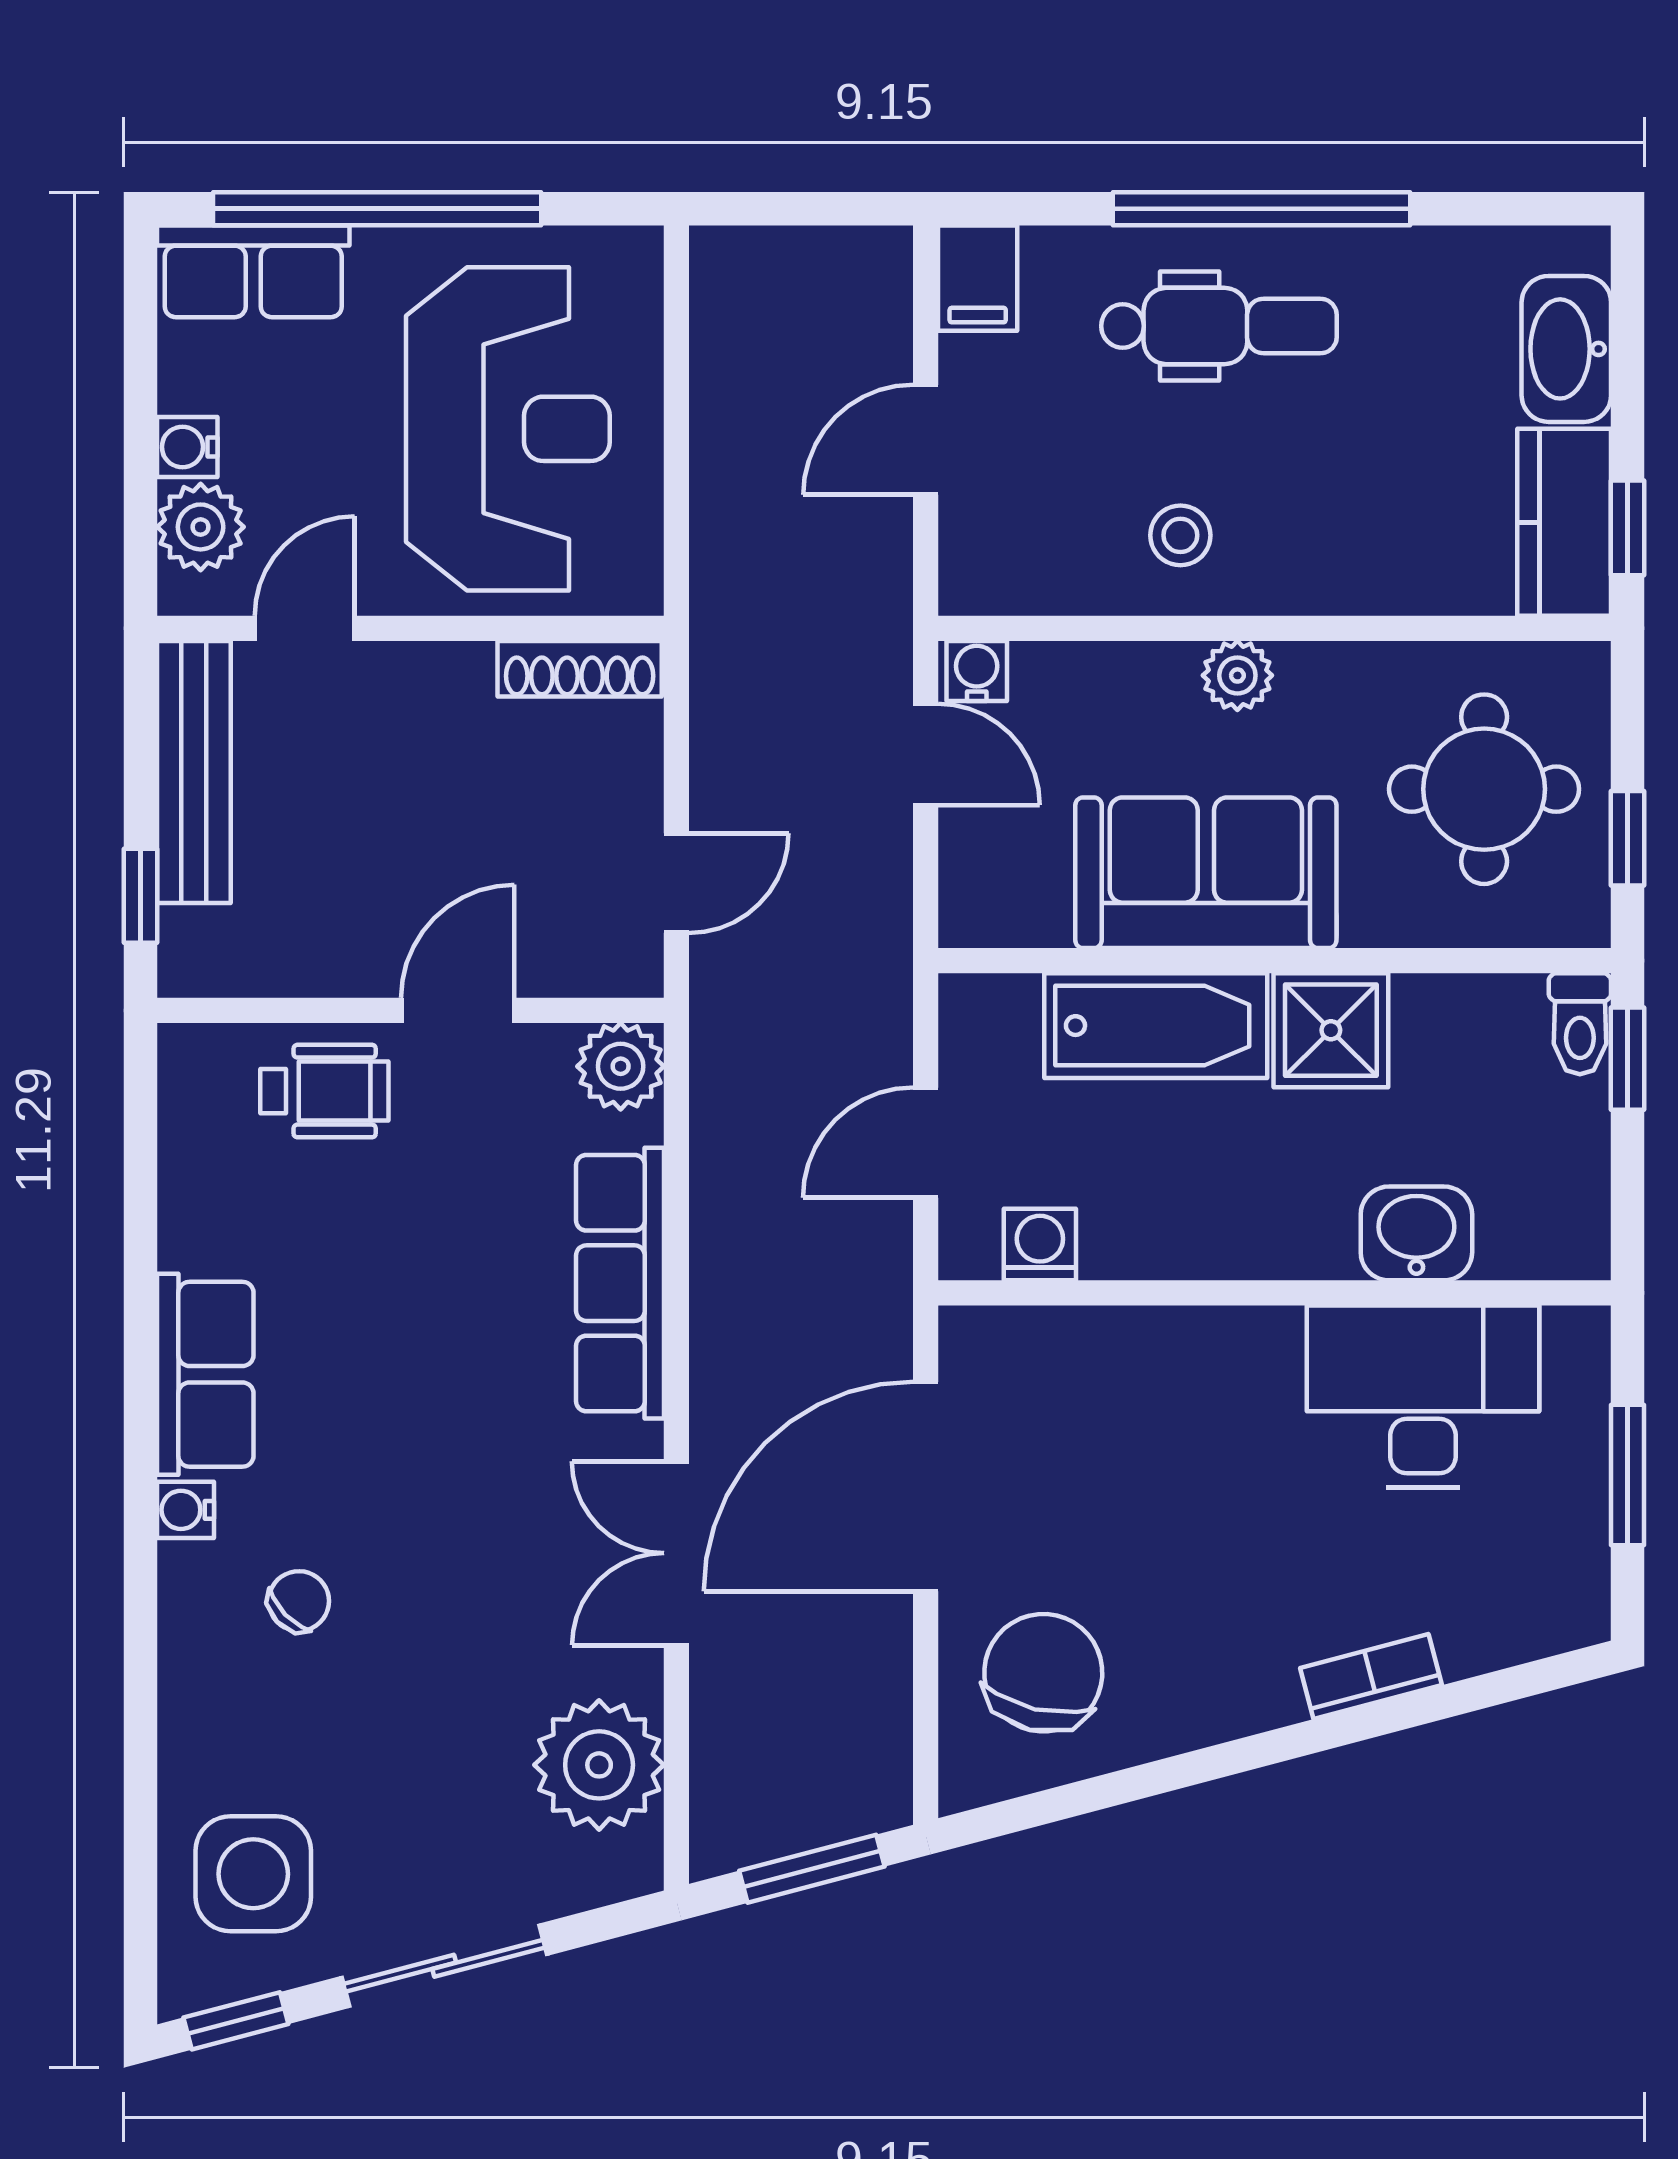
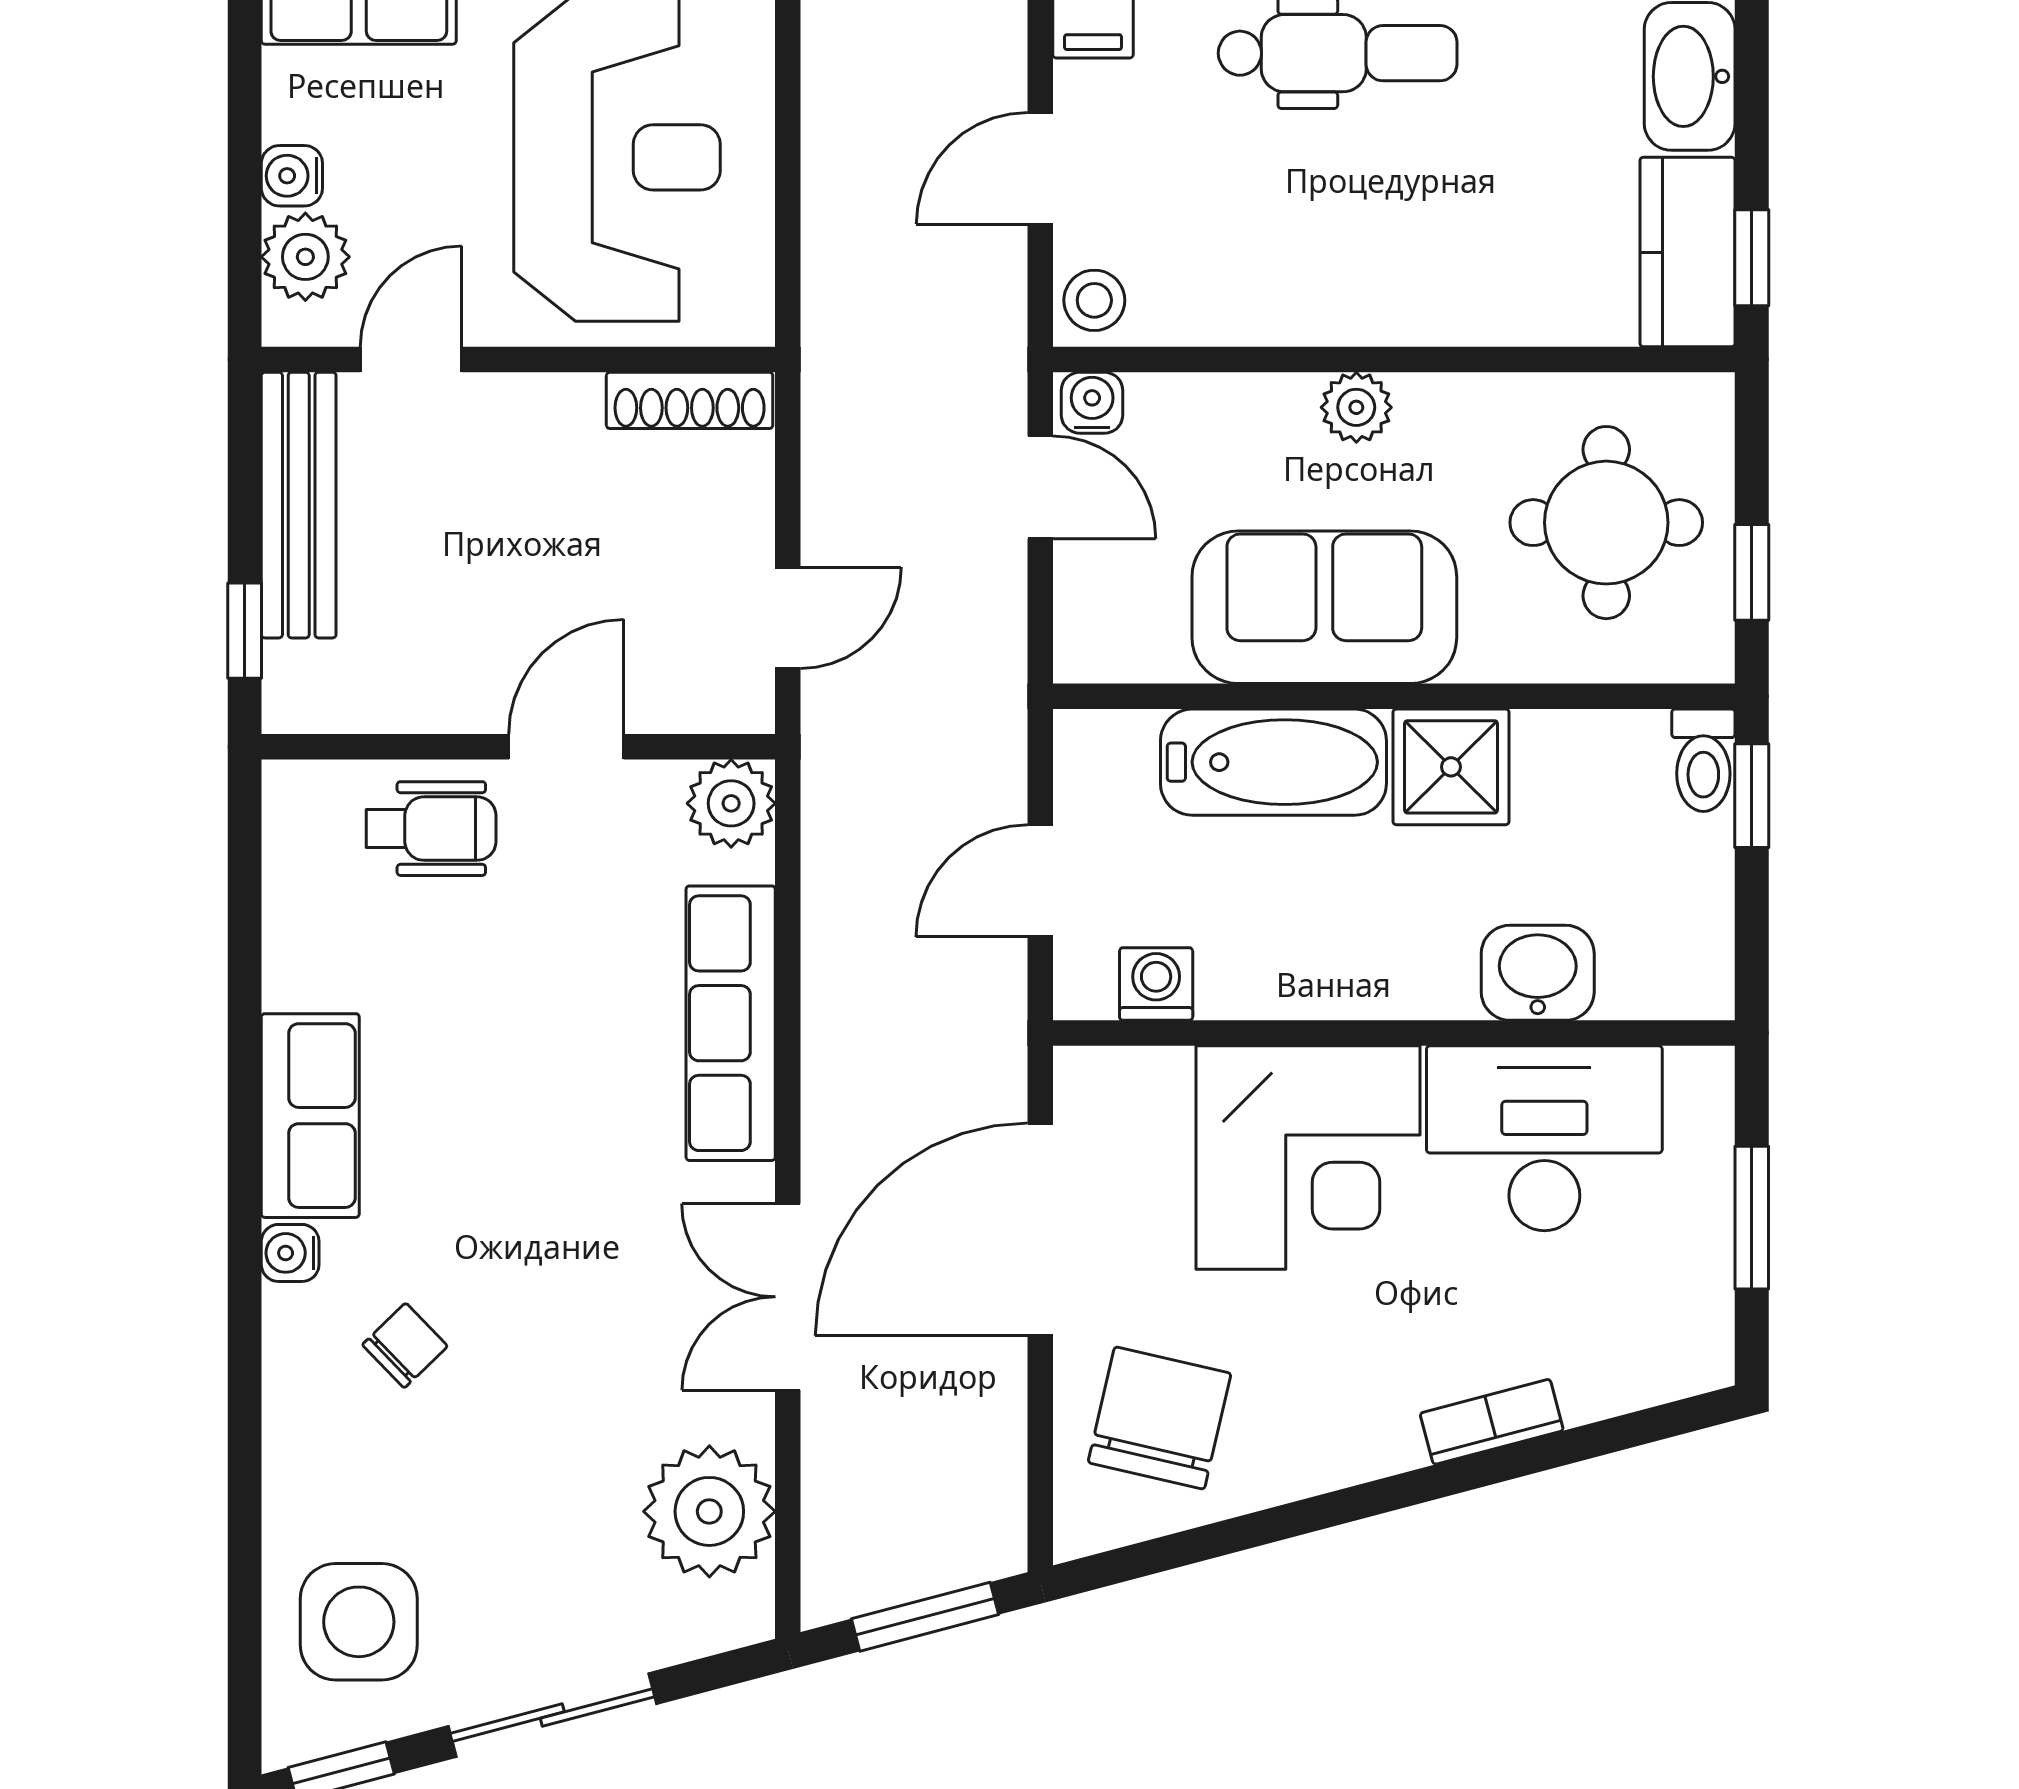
stool: (1180, 535) -> (1094, 300), moved
corner desk: (1190, 1416) -> (1308, 1158), added

